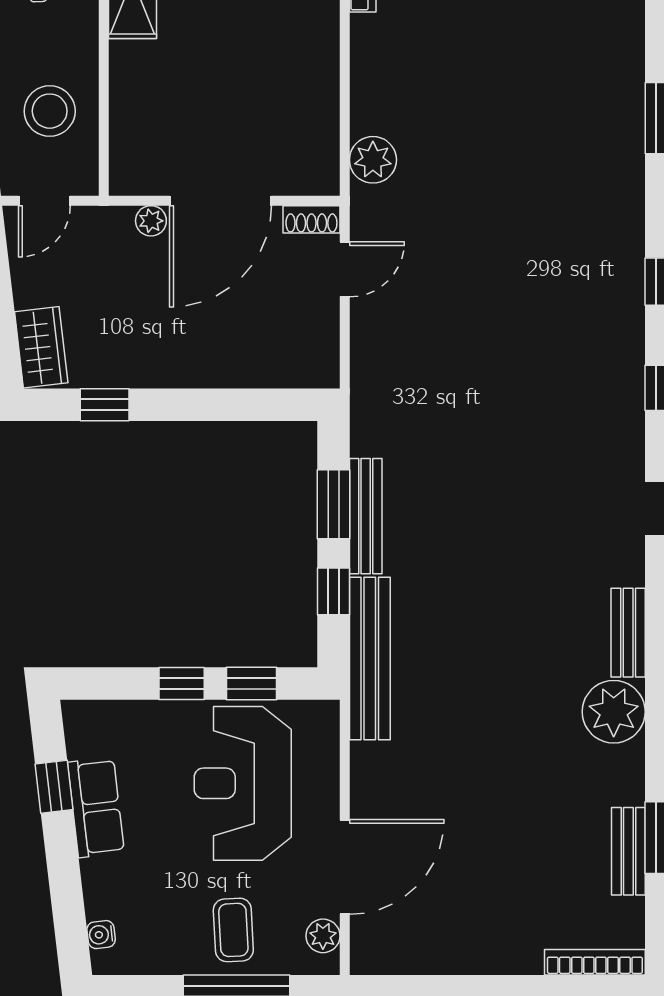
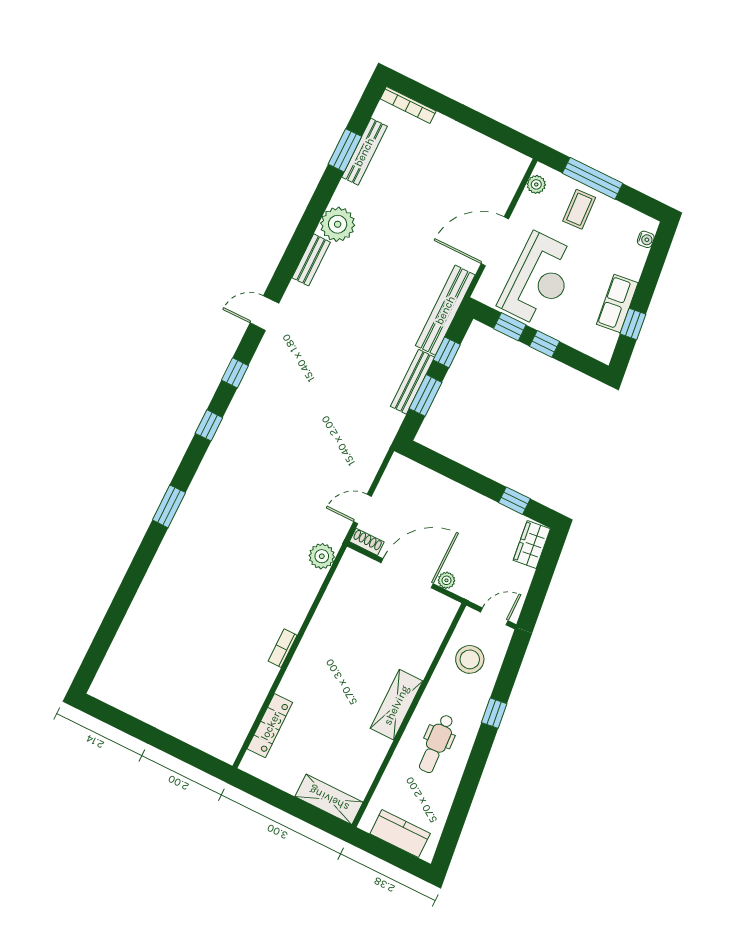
bench: (628, 851) -> (364, 152), width x1.36
door: (345, 867) -> (495, 241), moved

